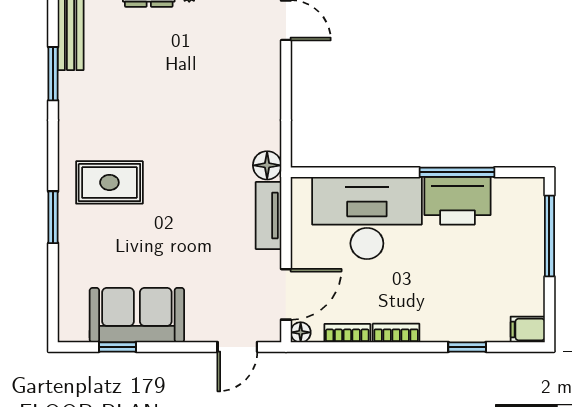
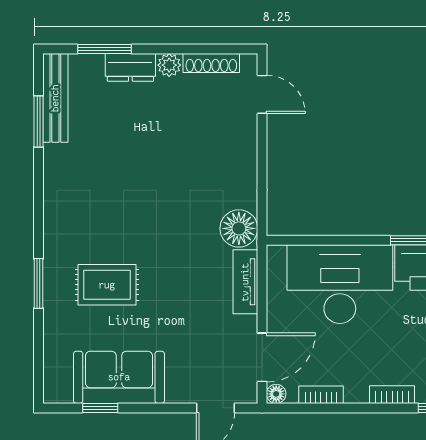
window: (53, 74) -> (38, 121), moved
floor lamp: (267, 165) -> (239, 228), width x1.38, depth x1.38
rug: (109, 182) -> (107, 285), moved
bookcase: (396, 333) -> (392, 395), moved

